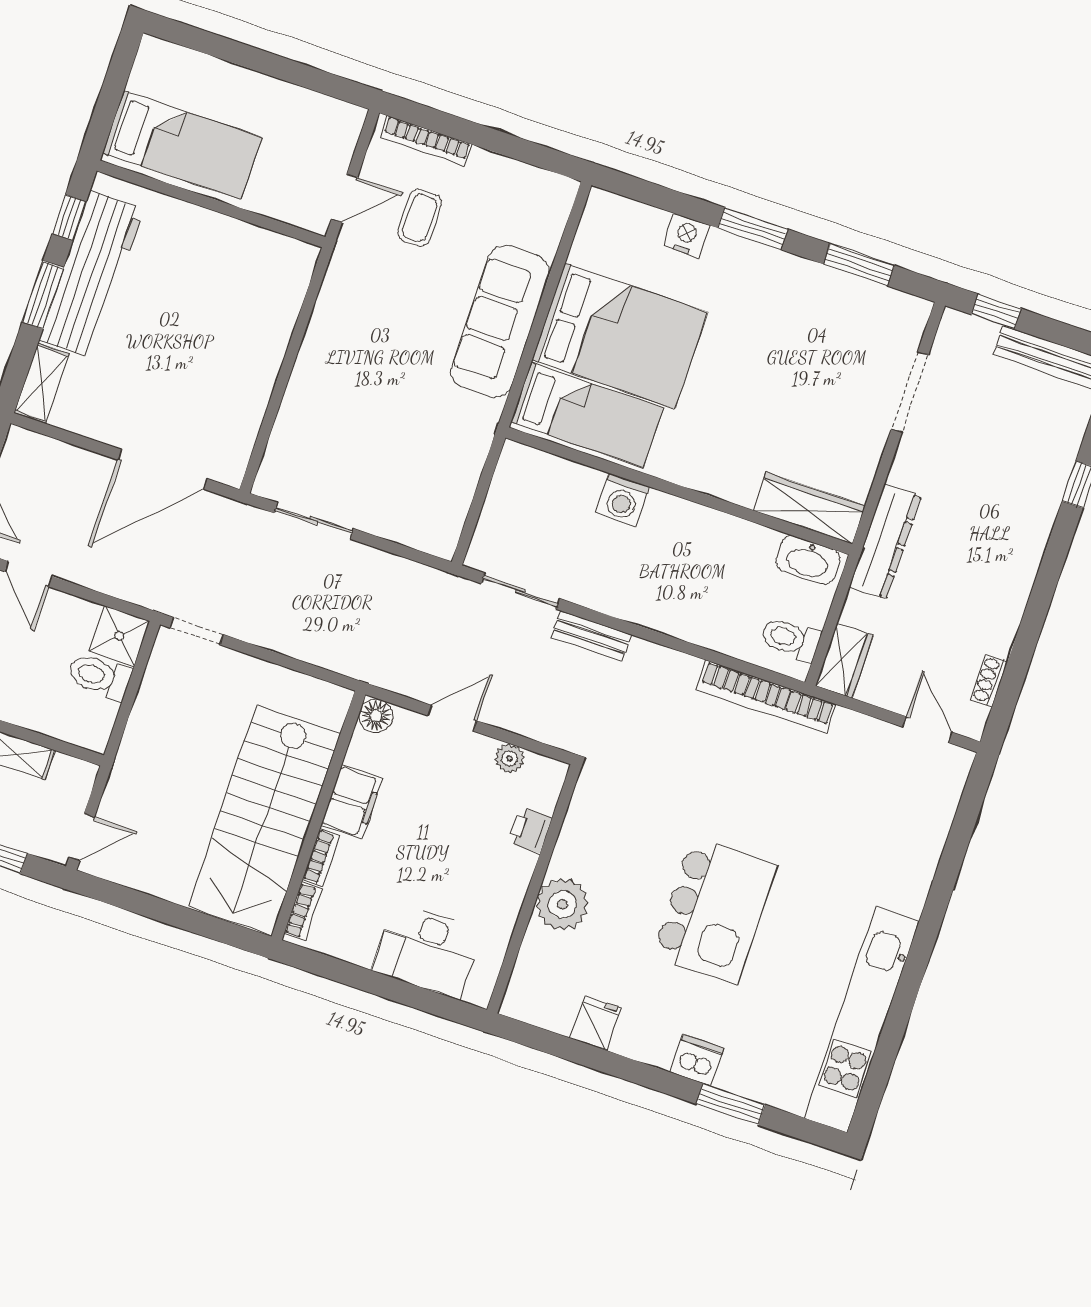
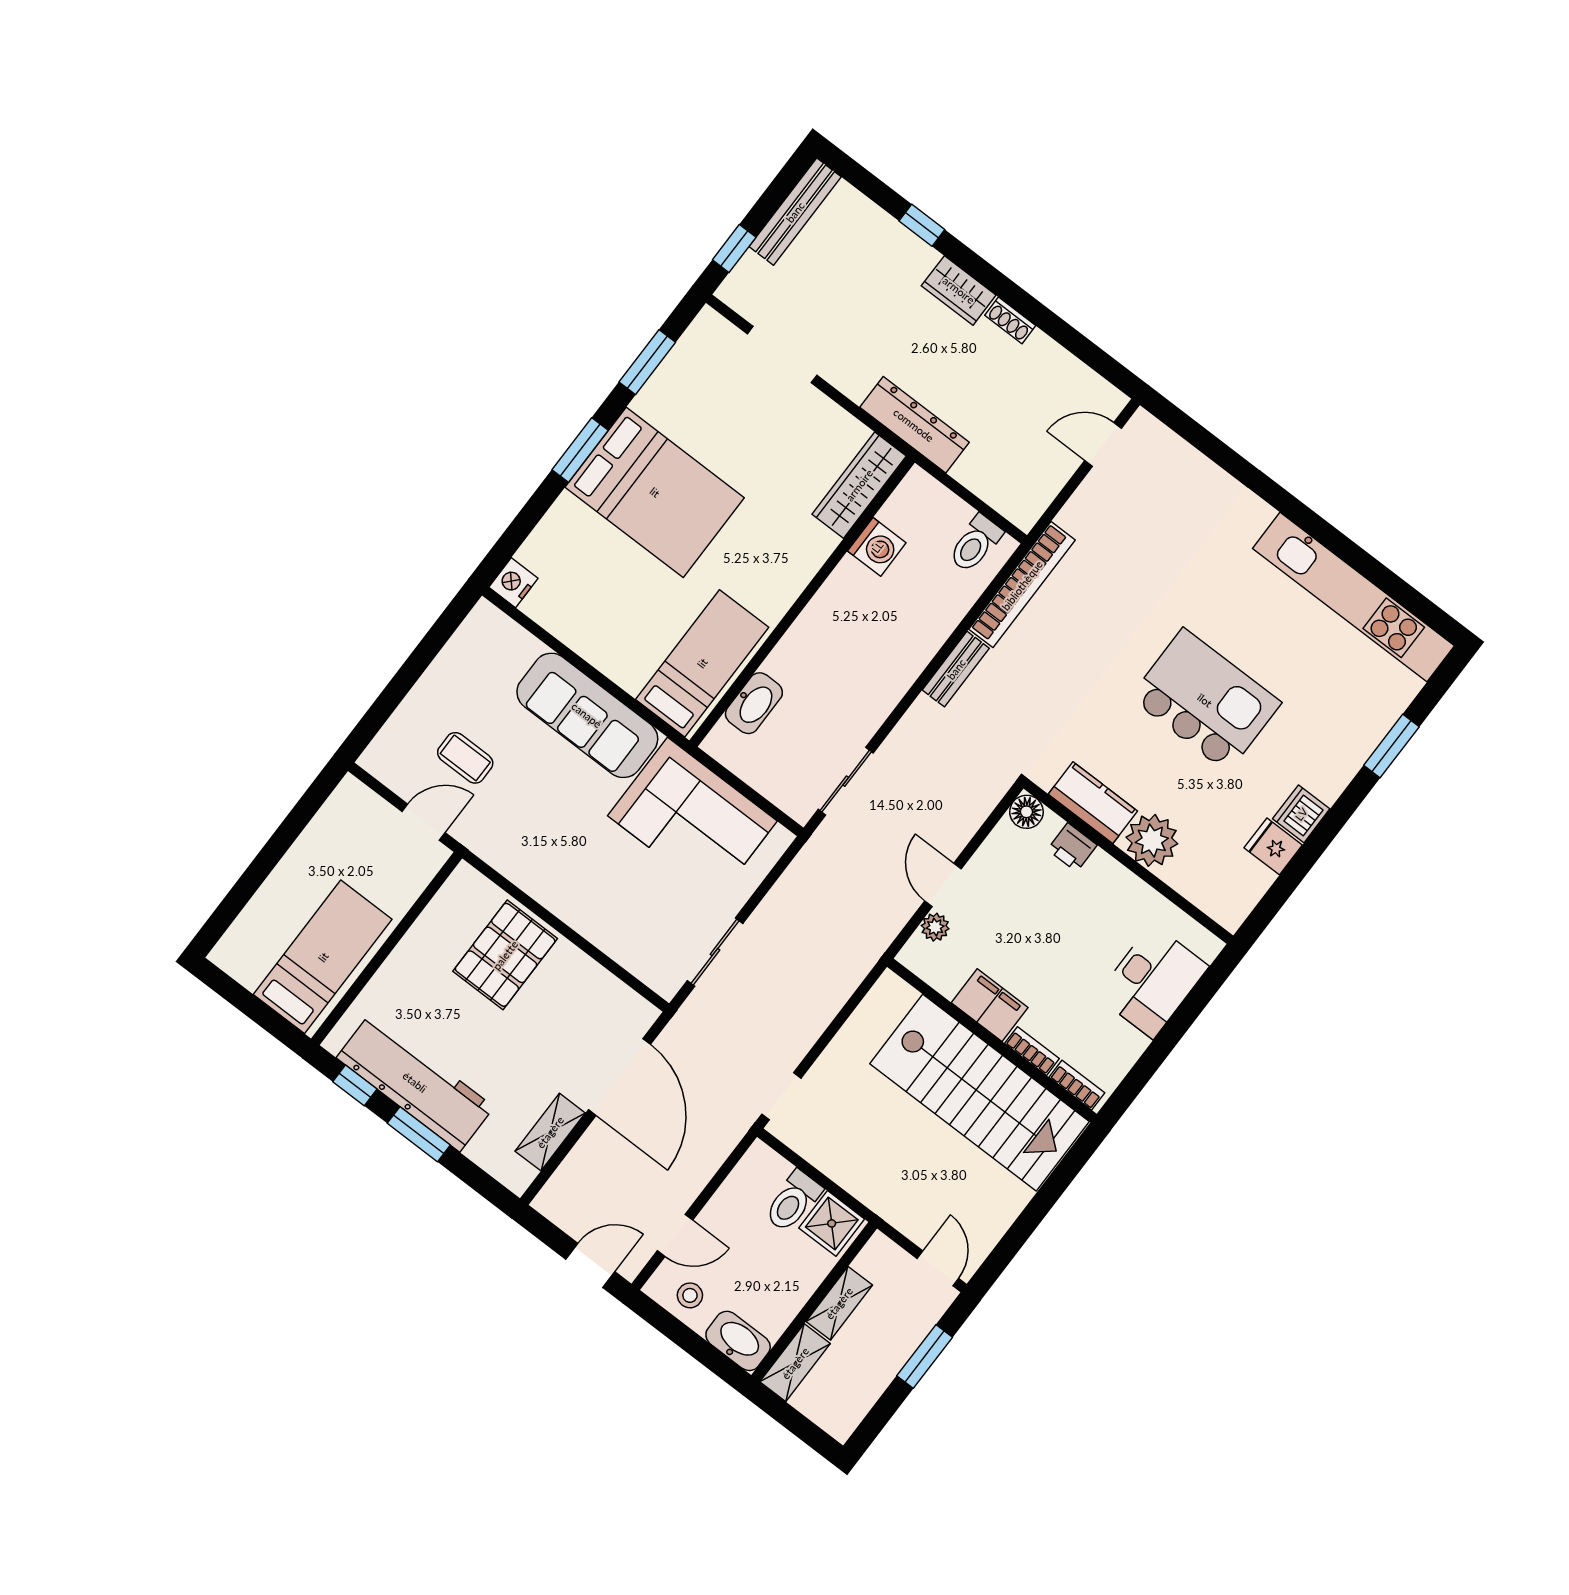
bookcase: (426, 141) -> (395, 727), removed
door: (344, 198) -> (423, 822), hinge flipped
nightstand: (686, 235) -> (513, 583), moved
pallet: (243, 320) -> (505, 955), added
bed: (620, 336) -> (655, 492), moved, turned 90
shelving: (42, 383) -> (550, 1132), moved, turned 90
corner sofa: (435, 456) -> (692, 818), added
washing machine: (623, 500) -> (877, 547), moved
washbasin: (808, 560) -> (754, 703), moved
shower: (120, 636) -> (832, 1223), moved
bench: (591, 636) -> (956, 669), moved
wardrobe: (844, 661) -> (959, 290), moved, turned 180
shoe rack: (989, 680) -> (1010, 320), moved
floor lamp: (376, 716) -> (1026, 812), moved
plant: (509, 758) -> (935, 927), moved
kitchen counter: (580, 835) -> (1093, 803), added
dishwasher: (697, 1060) -> (1301, 814), moved

